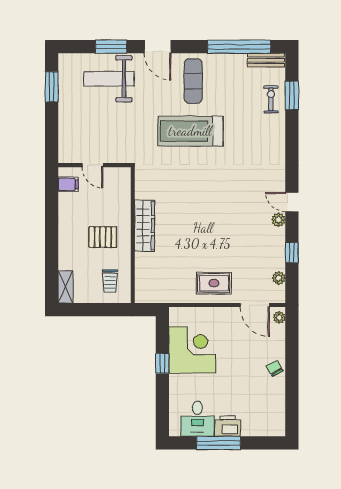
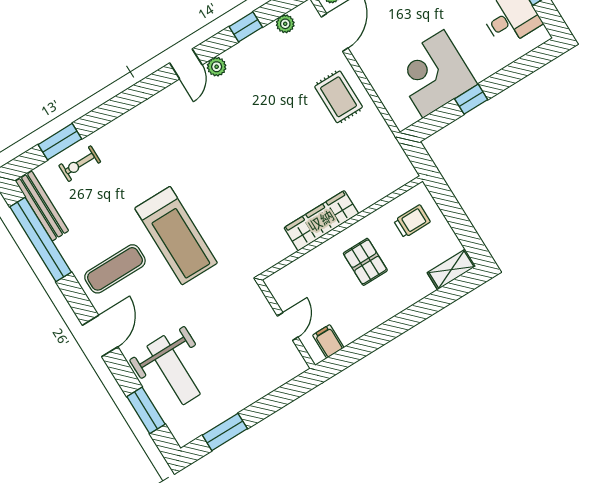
window: (111, 47) -> (146, 410), moved
bench: (266, 60) -> (42, 206), width x1.36

